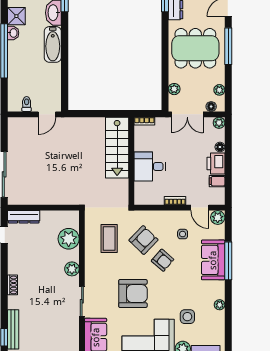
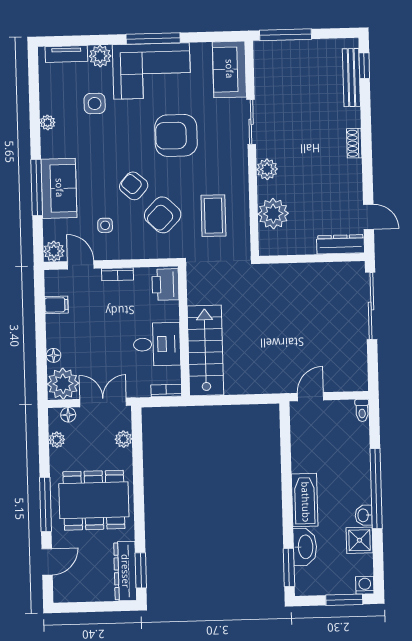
toilet: (27, 104) -> (362, 410), moved
plant: (219, 123) -> (63, 384), width x1.87, depth x1.87
printer: (216, 164) -> (165, 285), moved, turned 180
desk: (150, 167) -> (157, 344), moved

